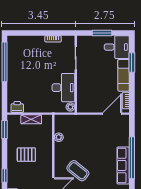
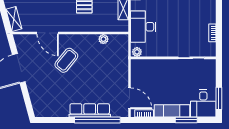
window: (102, 33) -> (219, 98), moved
desk: (63, 88) -> (143, 27), moved, turned 90
window: (132, 158) -> (97, 120), moved
row of seats: (123, 165) -> (90, 110), moved

